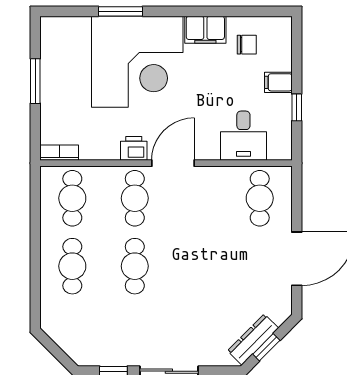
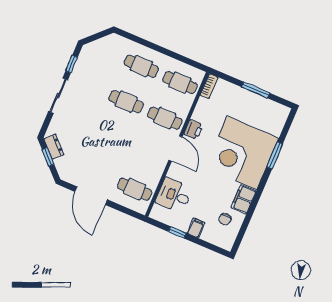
dresser: (253, 339) -> (54, 147), width x0.70

